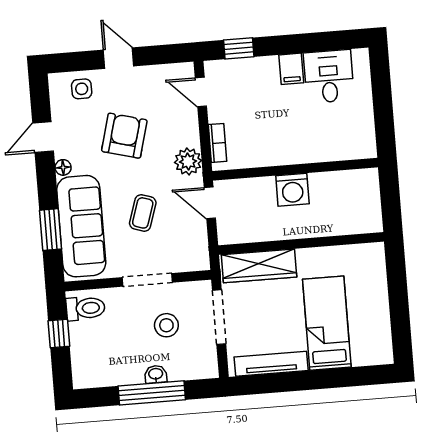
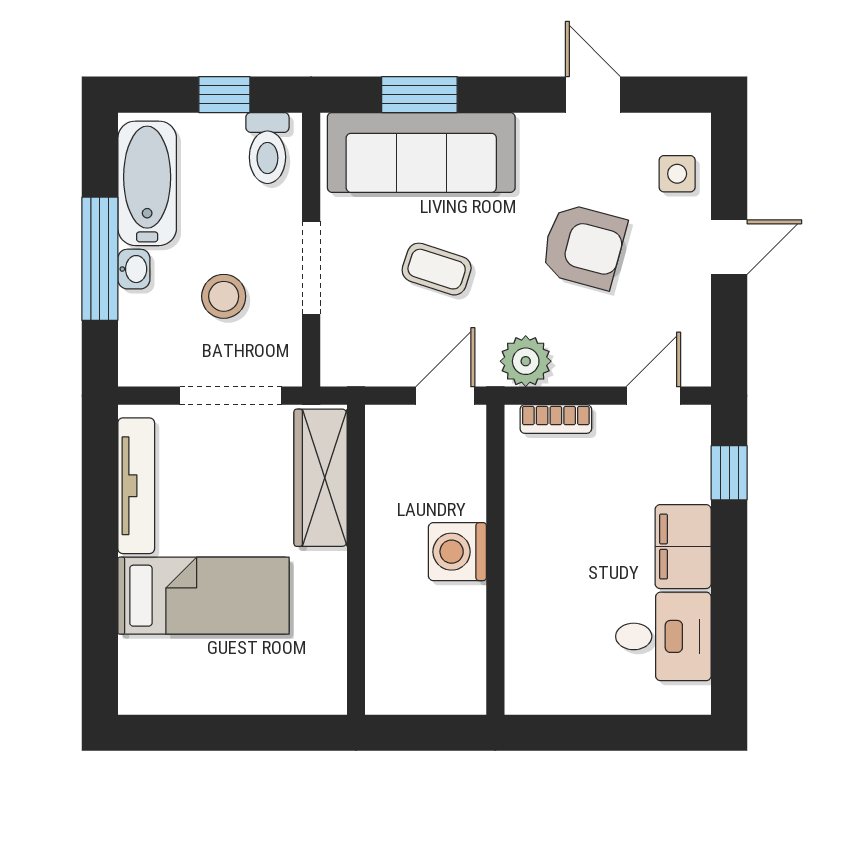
filing cabinet: (291, 69) -> (683, 547), width x2.00
floor lamp: (63, 167) -> (533, 127), removed
bathtub: (109, 371) -> (147, 183), added

